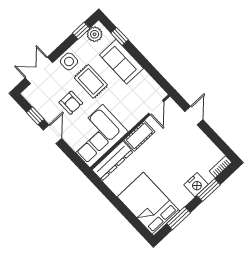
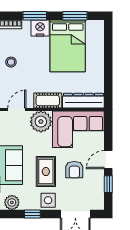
window: (81, 31) -> (32, 214), moved
armchair: (71, 103) -> (74, 170), turned 180
plant: (130, 115) -> (41, 122), added
stool: (194, 139) -> (11, 62), added
bed: (149, 204) -> (68, 46), moved

